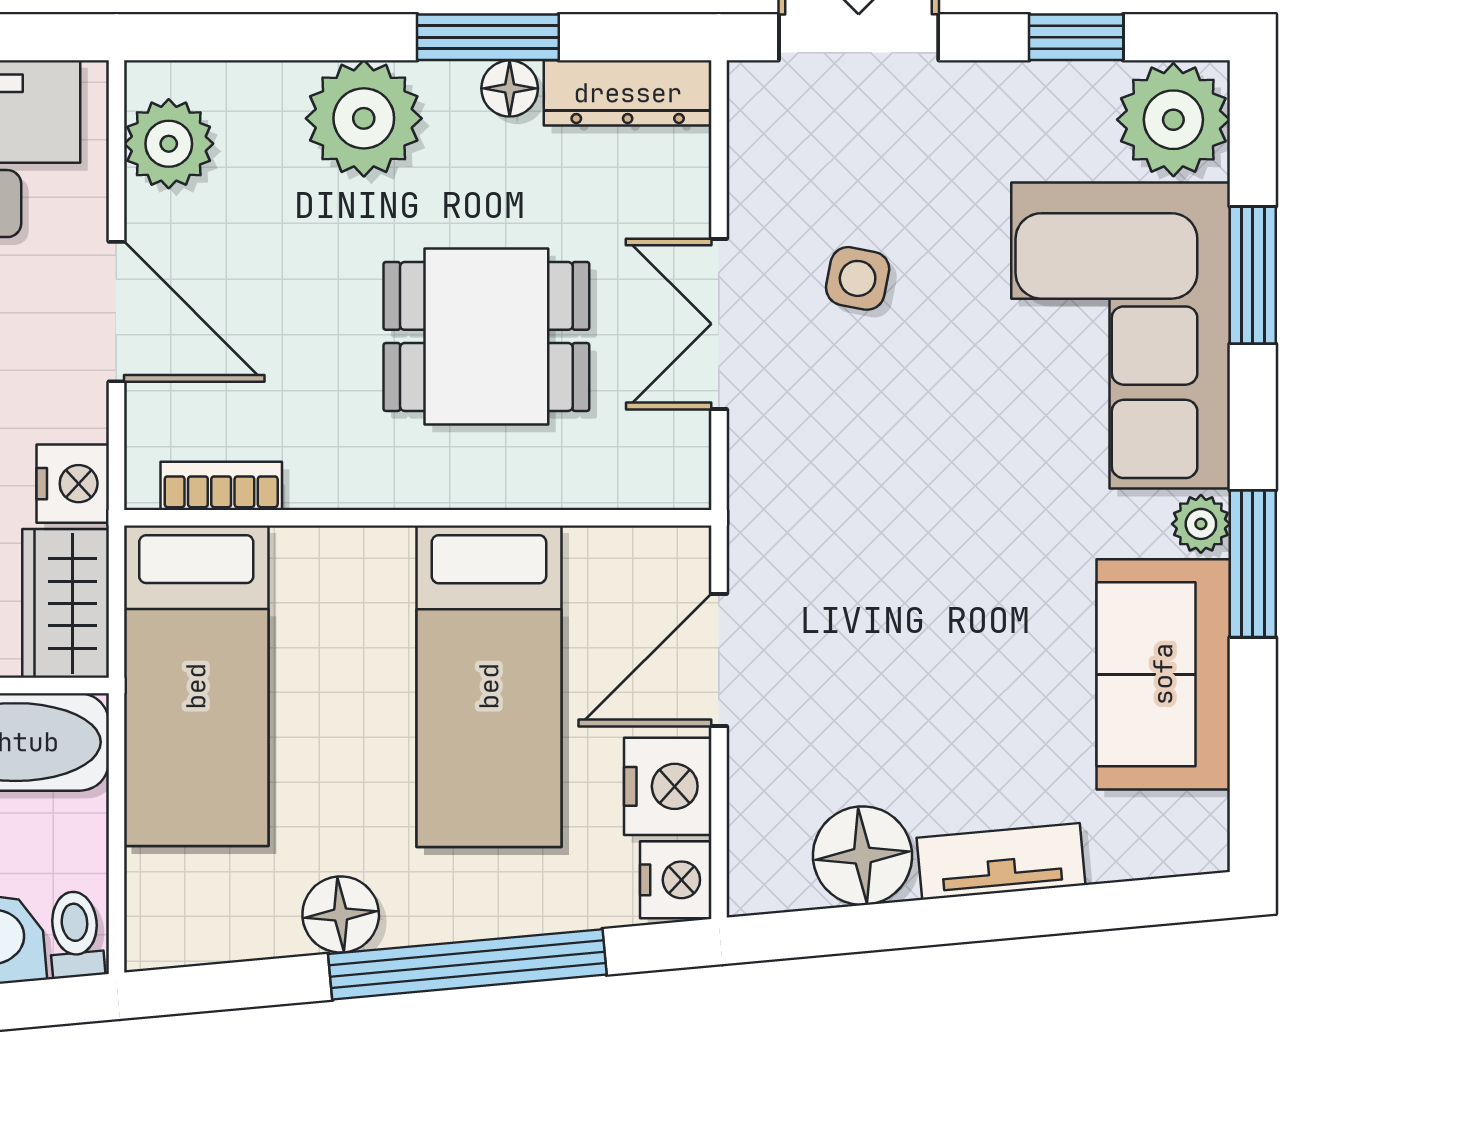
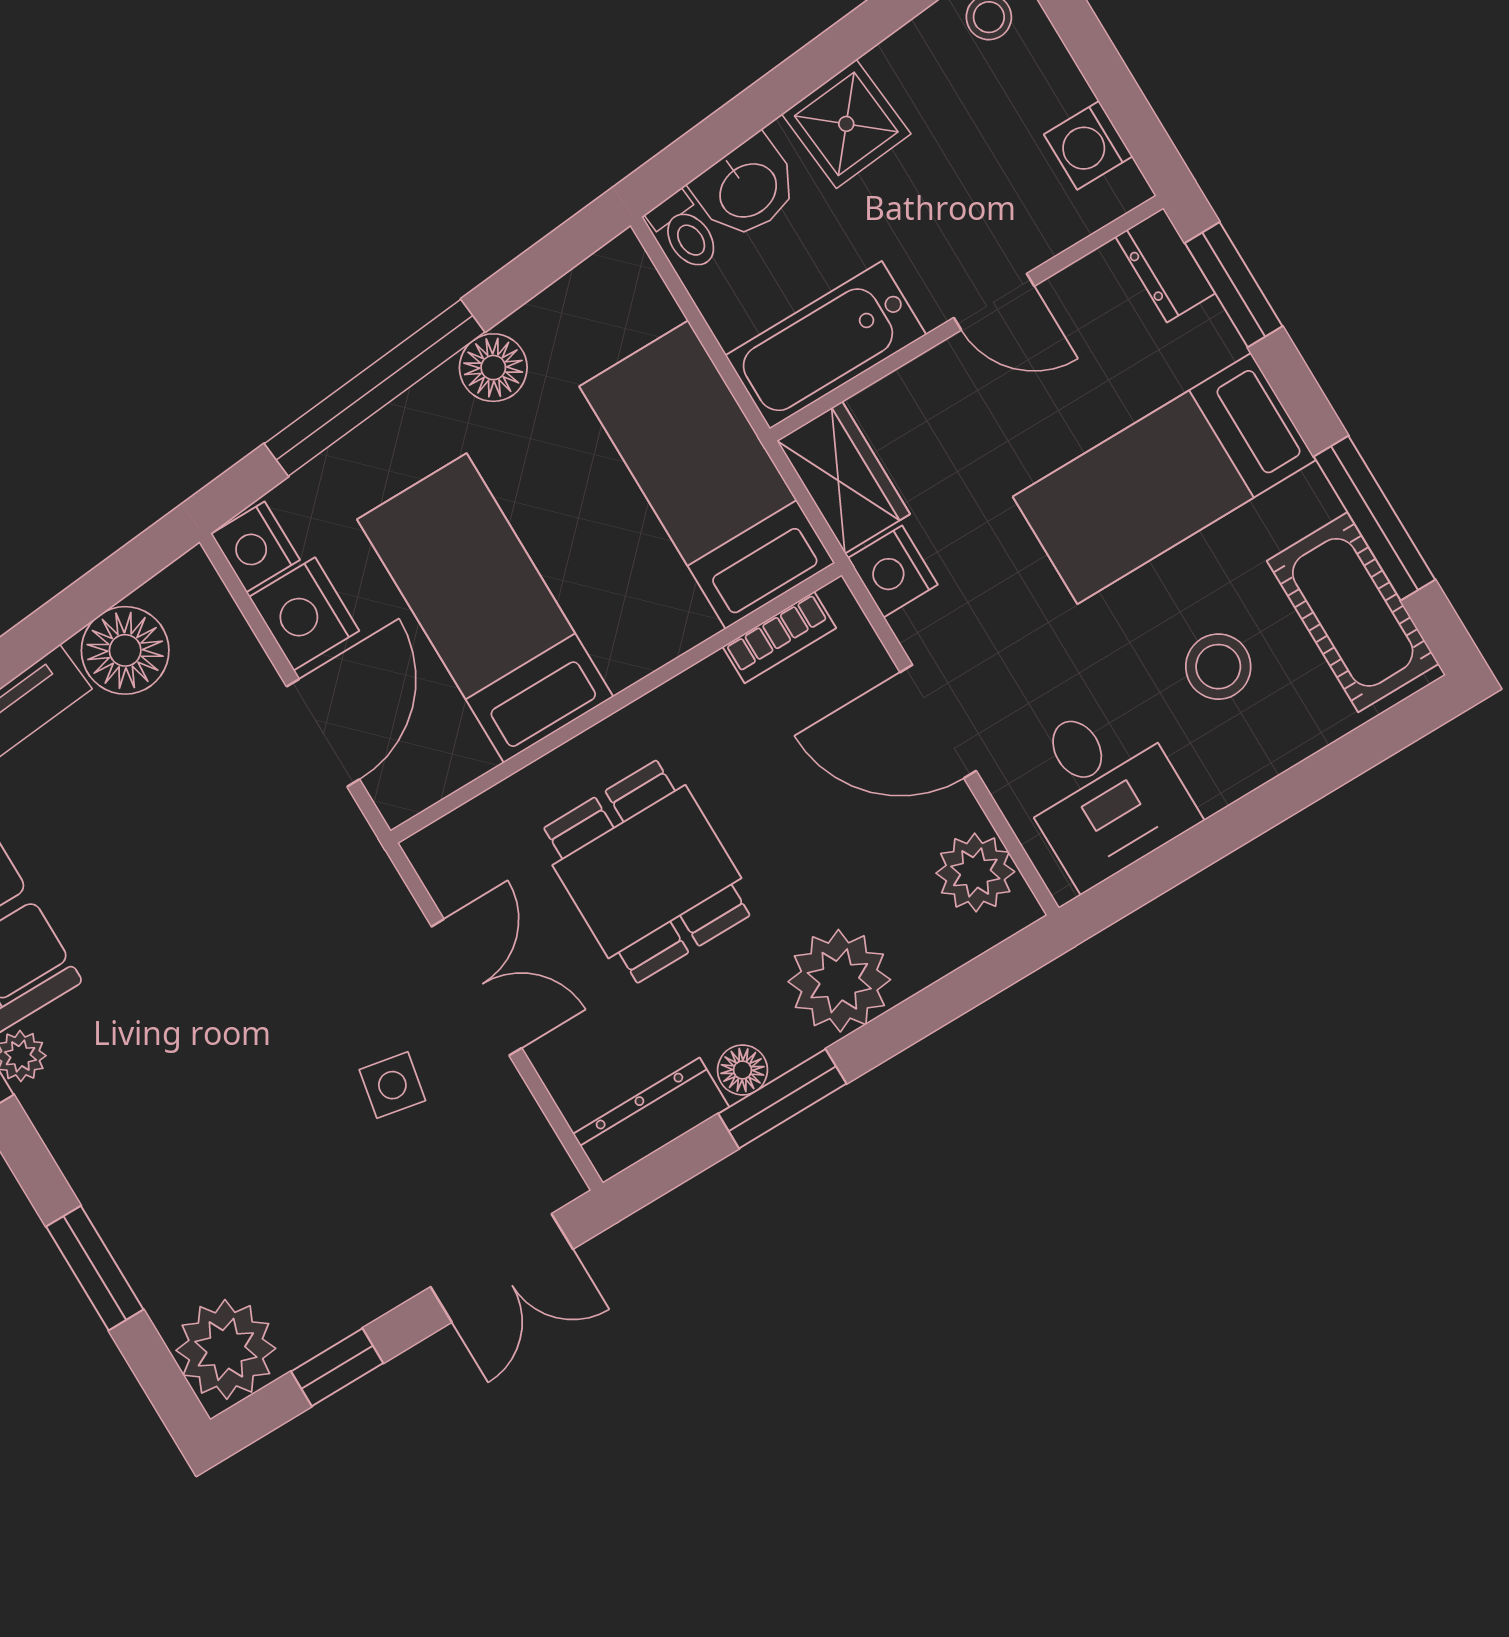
dining table: (486, 336) -> (647, 872), turned 90
corner sofa: (1121, 336) -> (167, 1162), removed

